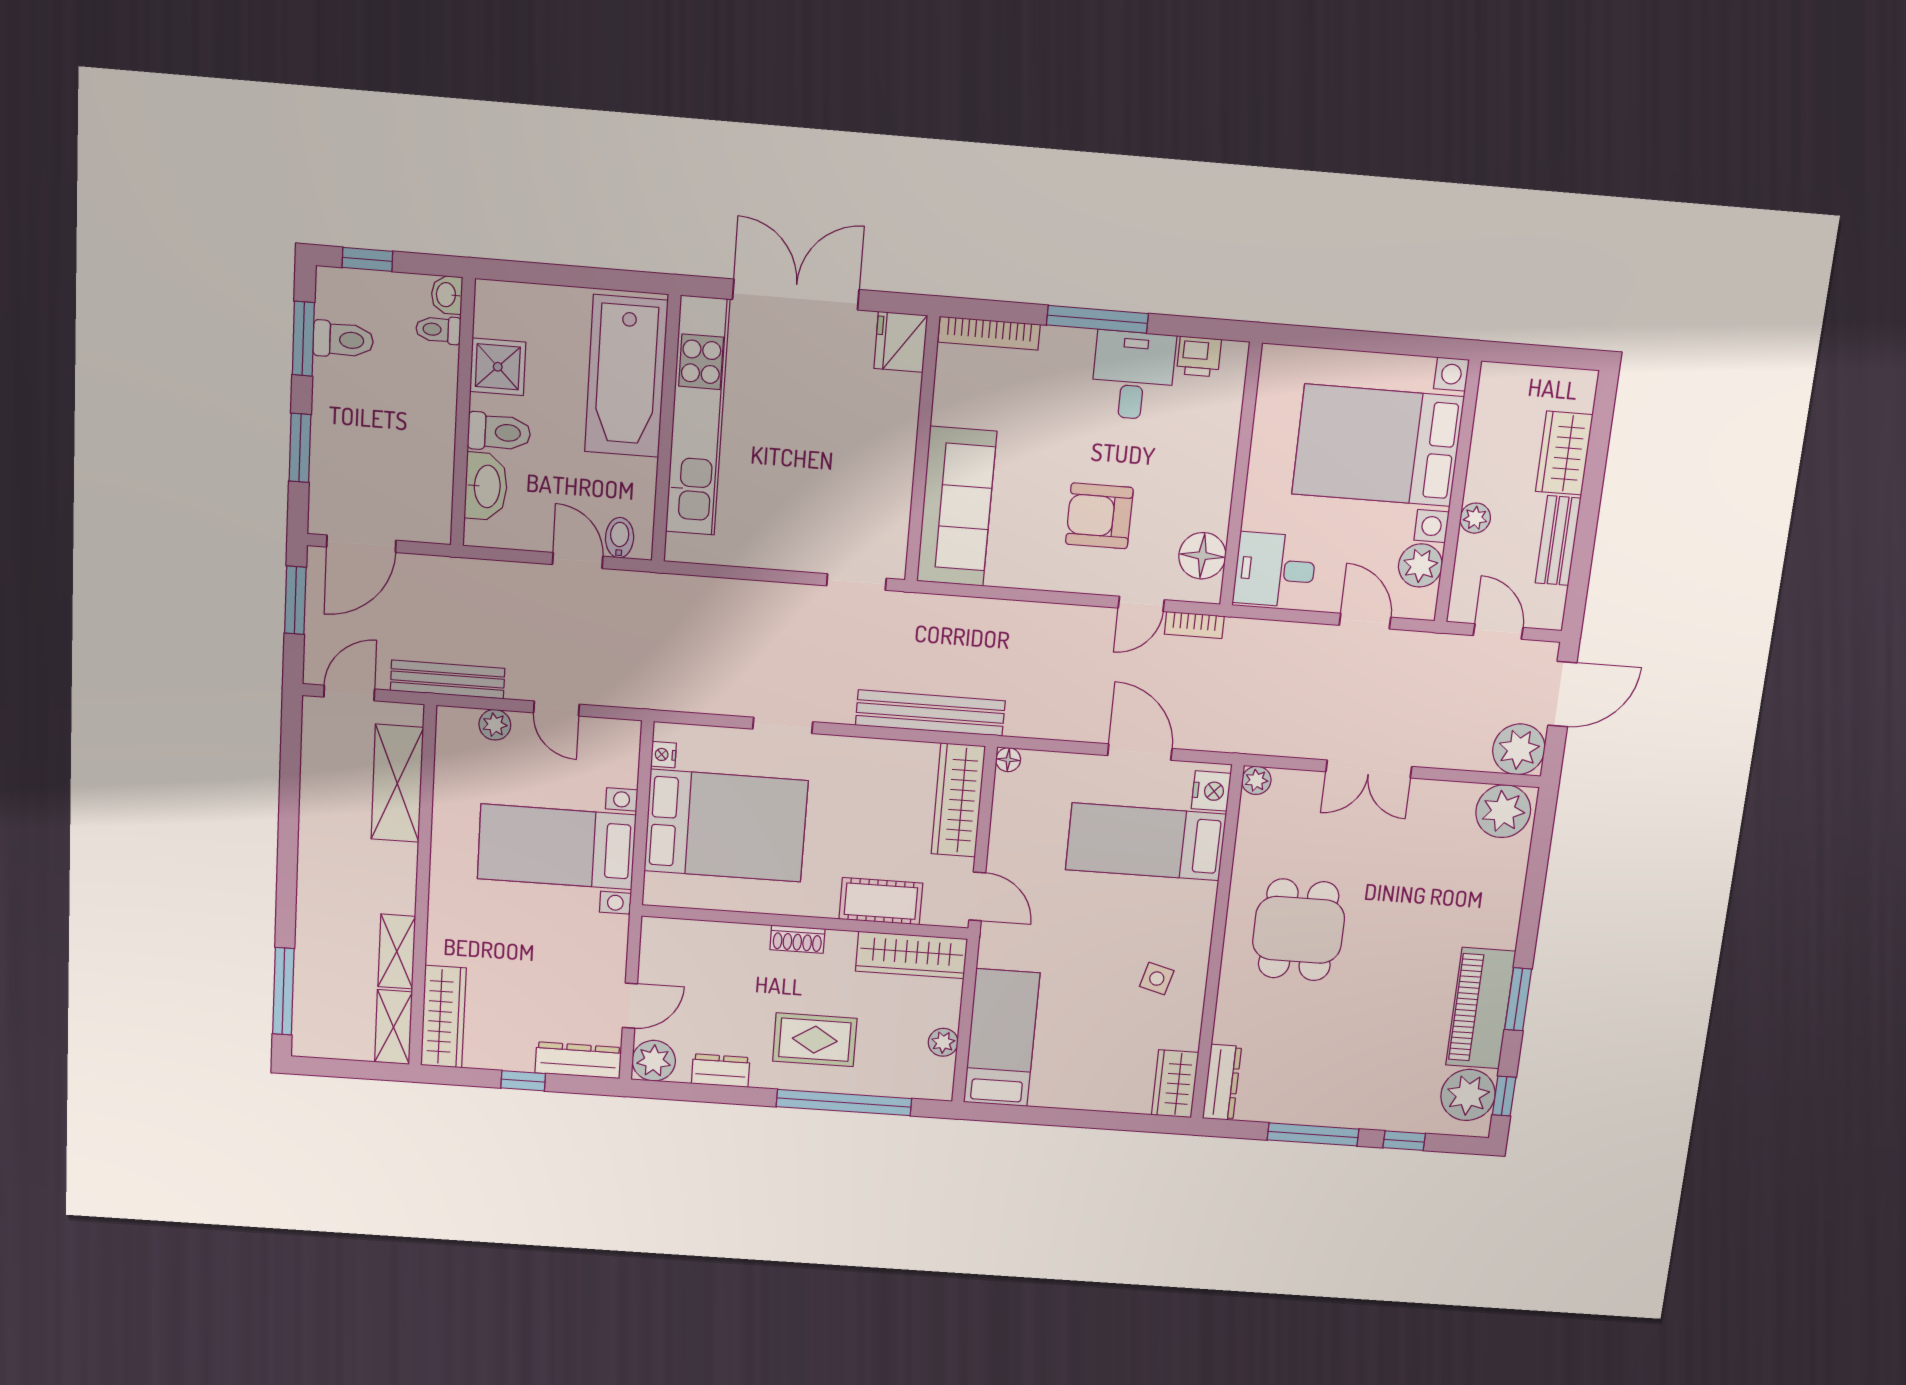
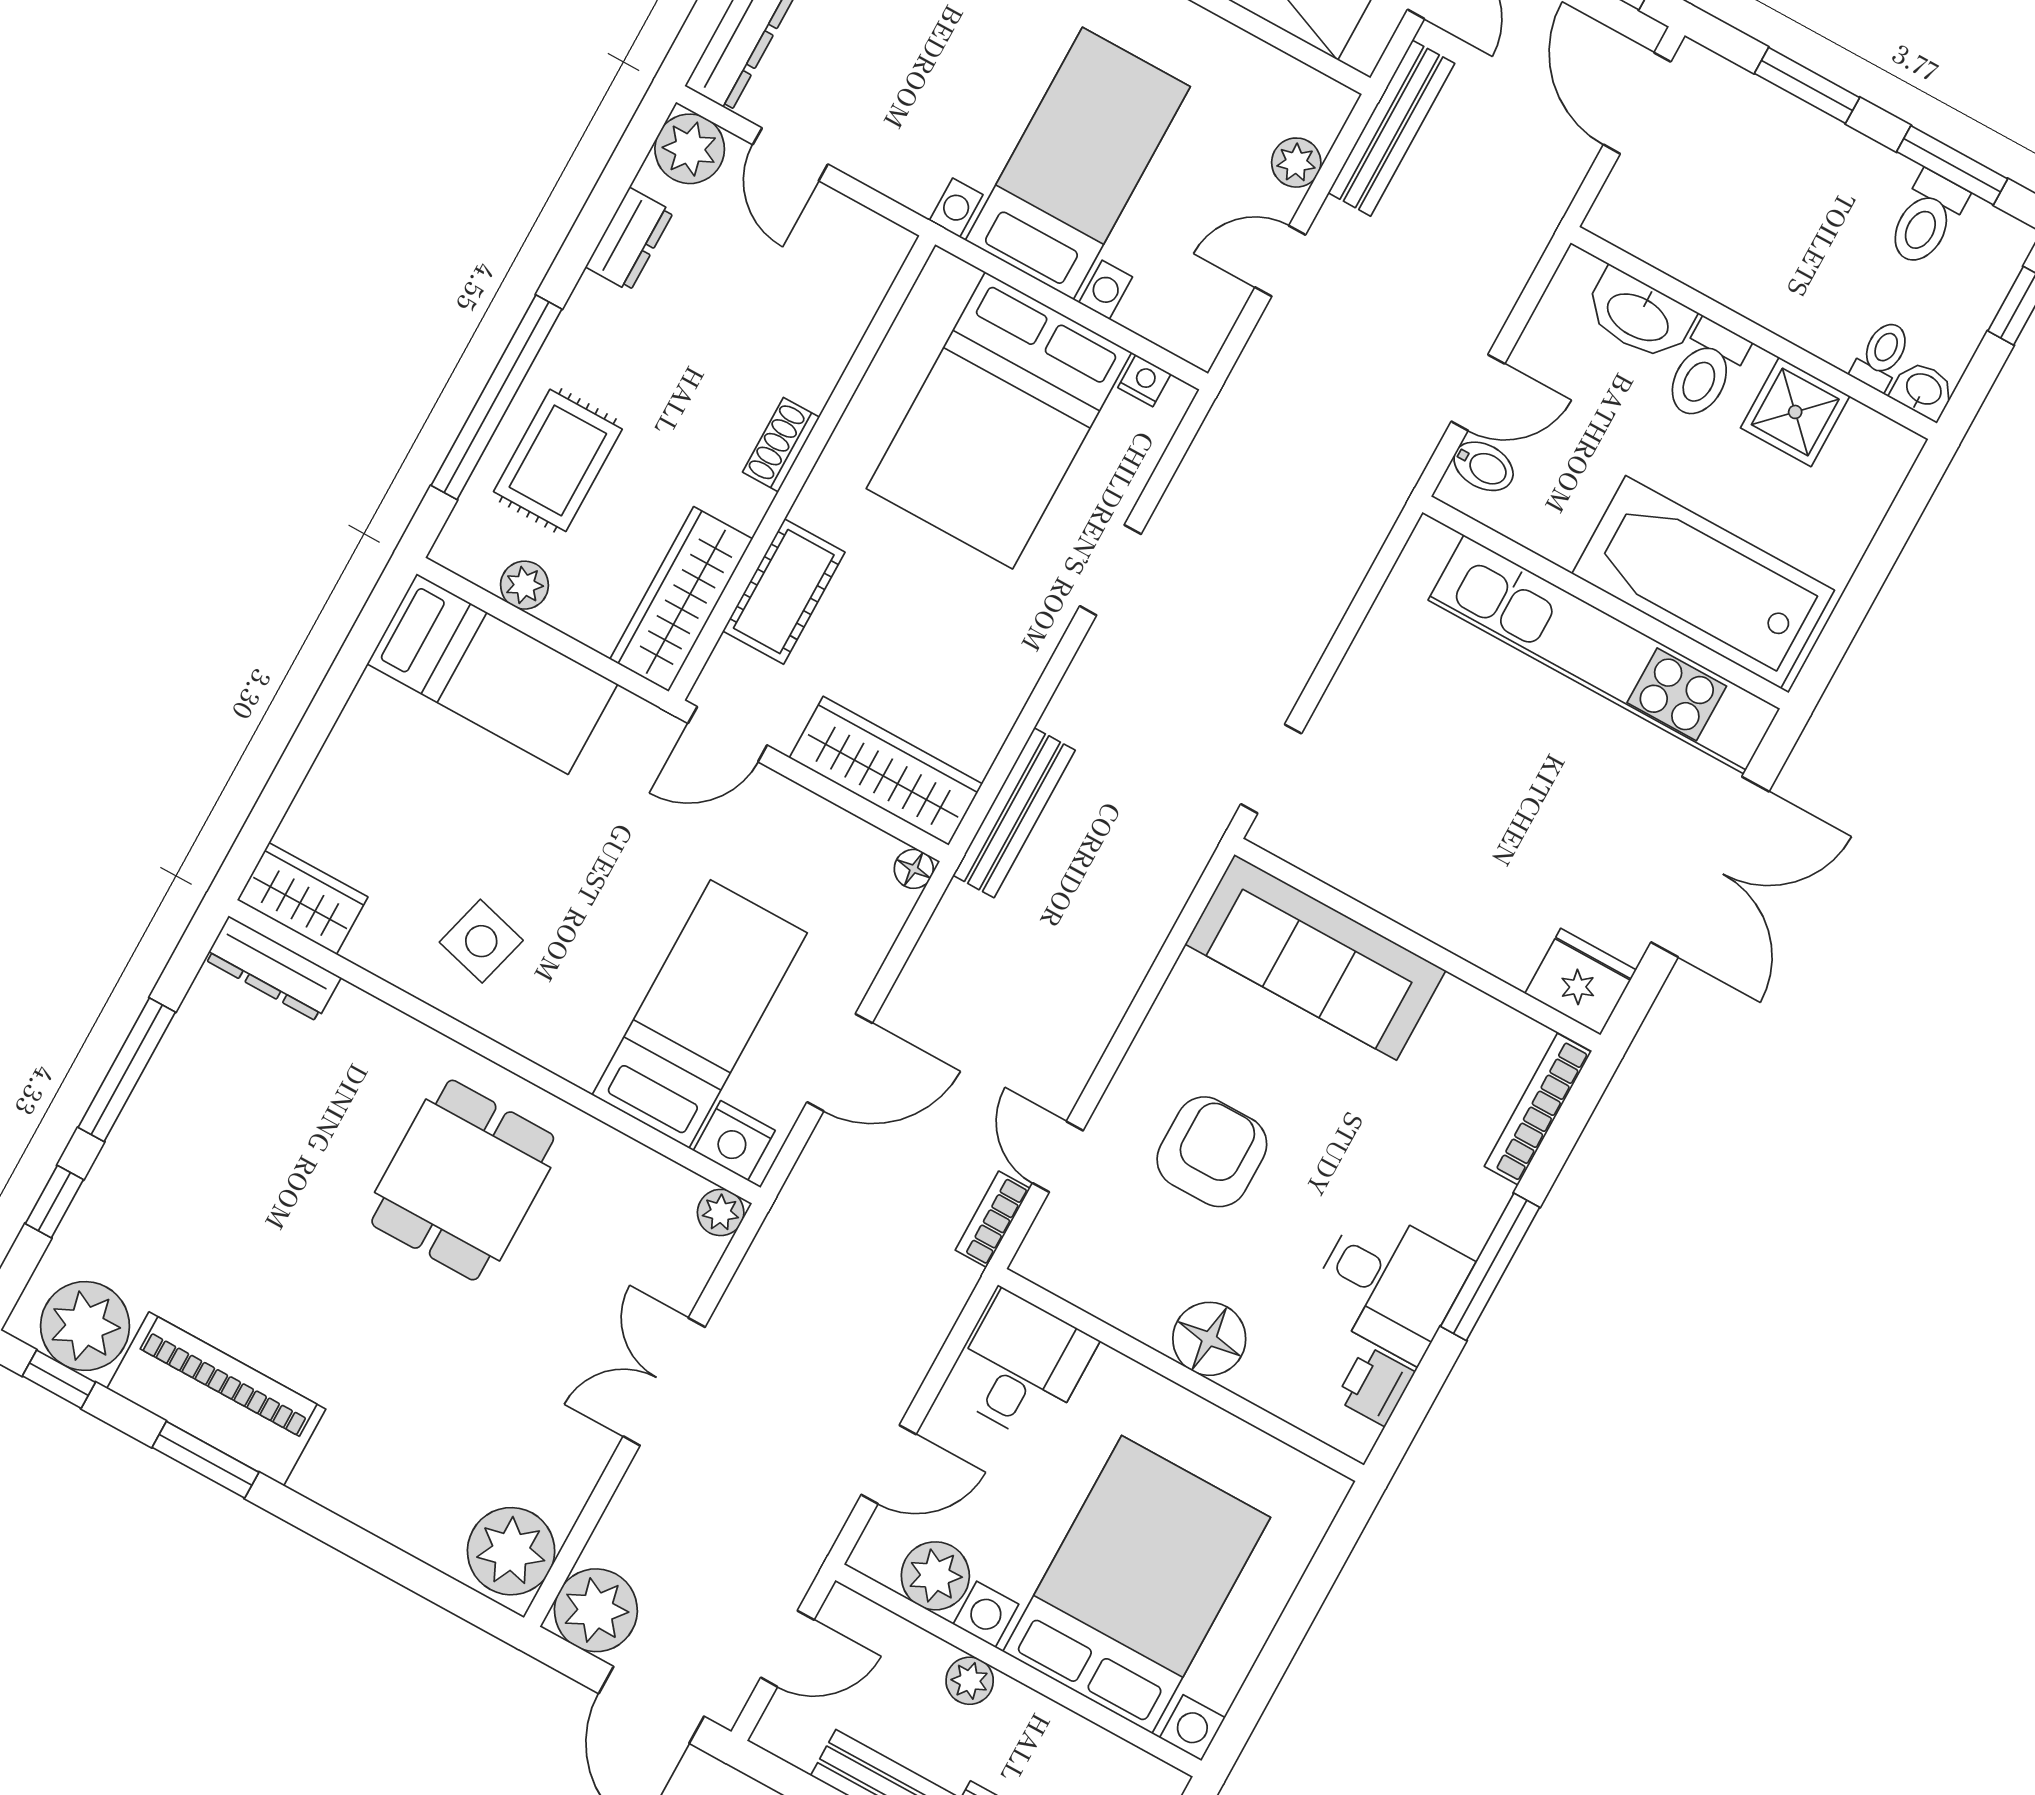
floor lamp: (1202, 556) -> (1209, 1339), moved
bench: (930, 713) -> (1014, 813), width x0.73, depth x0.82
dining table: (1299, 930) -> (463, 1180), turned 90
side table: (1157, 979) -> (481, 941), width x1.37, depth x1.37
rug: (815, 1040) -> (558, 460), moved

